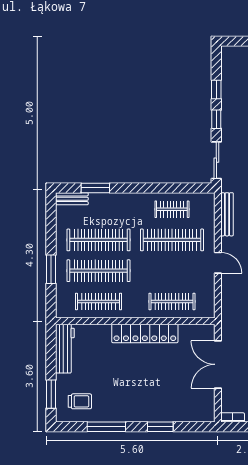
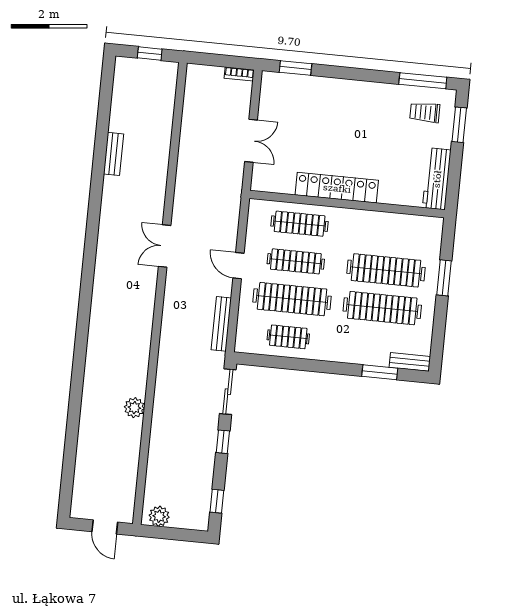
window: (216, 90) -> (217, 501), moved
clothes rail: (98, 301) -> (296, 261), moved
double door: (218, 364) -> (251, 141), width x0.73
window: (106, 427) -> (423, 81), moved
window: (160, 427) -> (295, 68), moved

